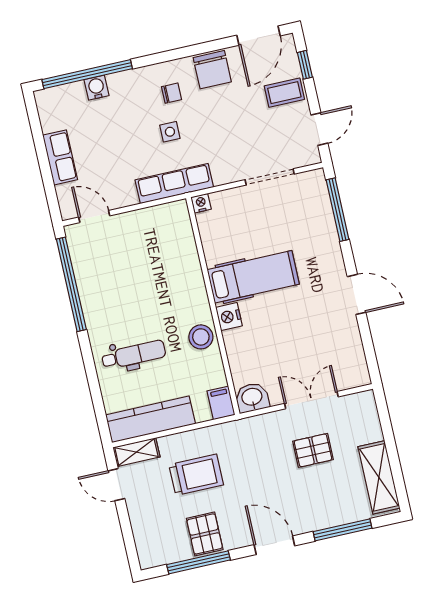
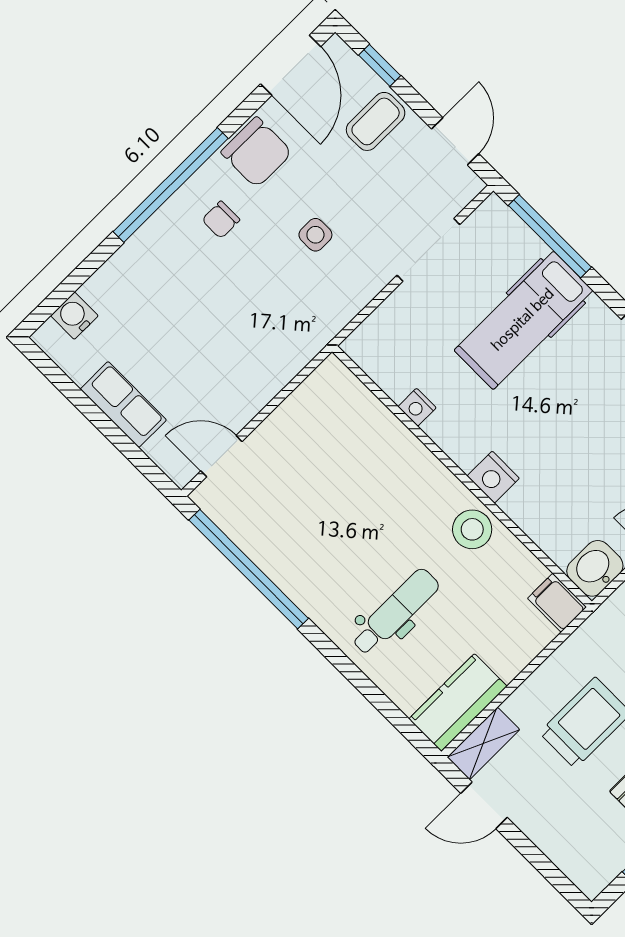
window: (87, 74) -> (171, 185), moved
water cooler: (96, 88) -> (74, 316), moved
chair: (171, 93) -> (221, 220), turned 180
side table: (170, 132) -> (315, 235), moved
row of seats: (174, 184) -> (303, 342), removed
nightstand: (201, 203) -> (417, 407), moved, turned -90
hospital bed: (253, 277) -> (523, 320), moved, turned 180
kitchen counter: (151, 419) -> (458, 703), width x0.67

